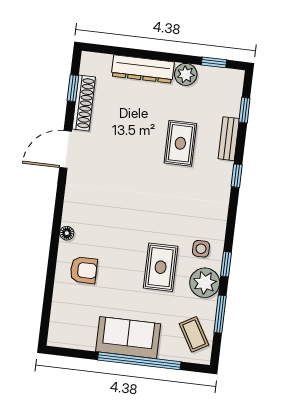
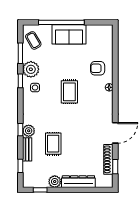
plant: (222, 172) -> (29, 131), added
rug: (161, 267) -> (69, 92), moved

